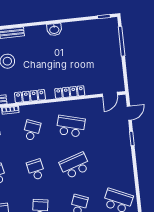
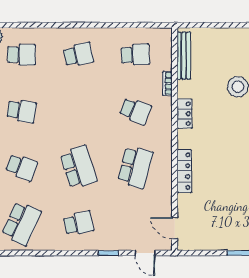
locker: (30, 96) -> (184, 114), width x0.66
school desk: (36, 170) -> (78, 223), moved

